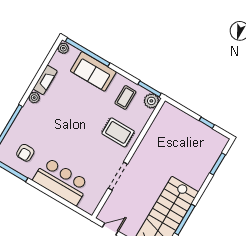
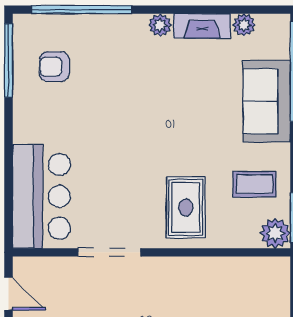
plant: (63, 48) -> (244, 25), moved
bar counter: (61, 181) -> (41, 196), moved

